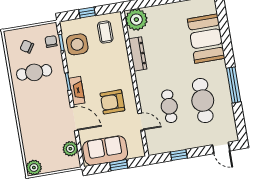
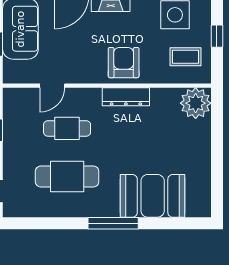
dresser: (138, 54) -> (126, 97), moved
window: (234, 85) -> (113, 223), moved
armchair: (112, 102) -> (124, 63), moved

